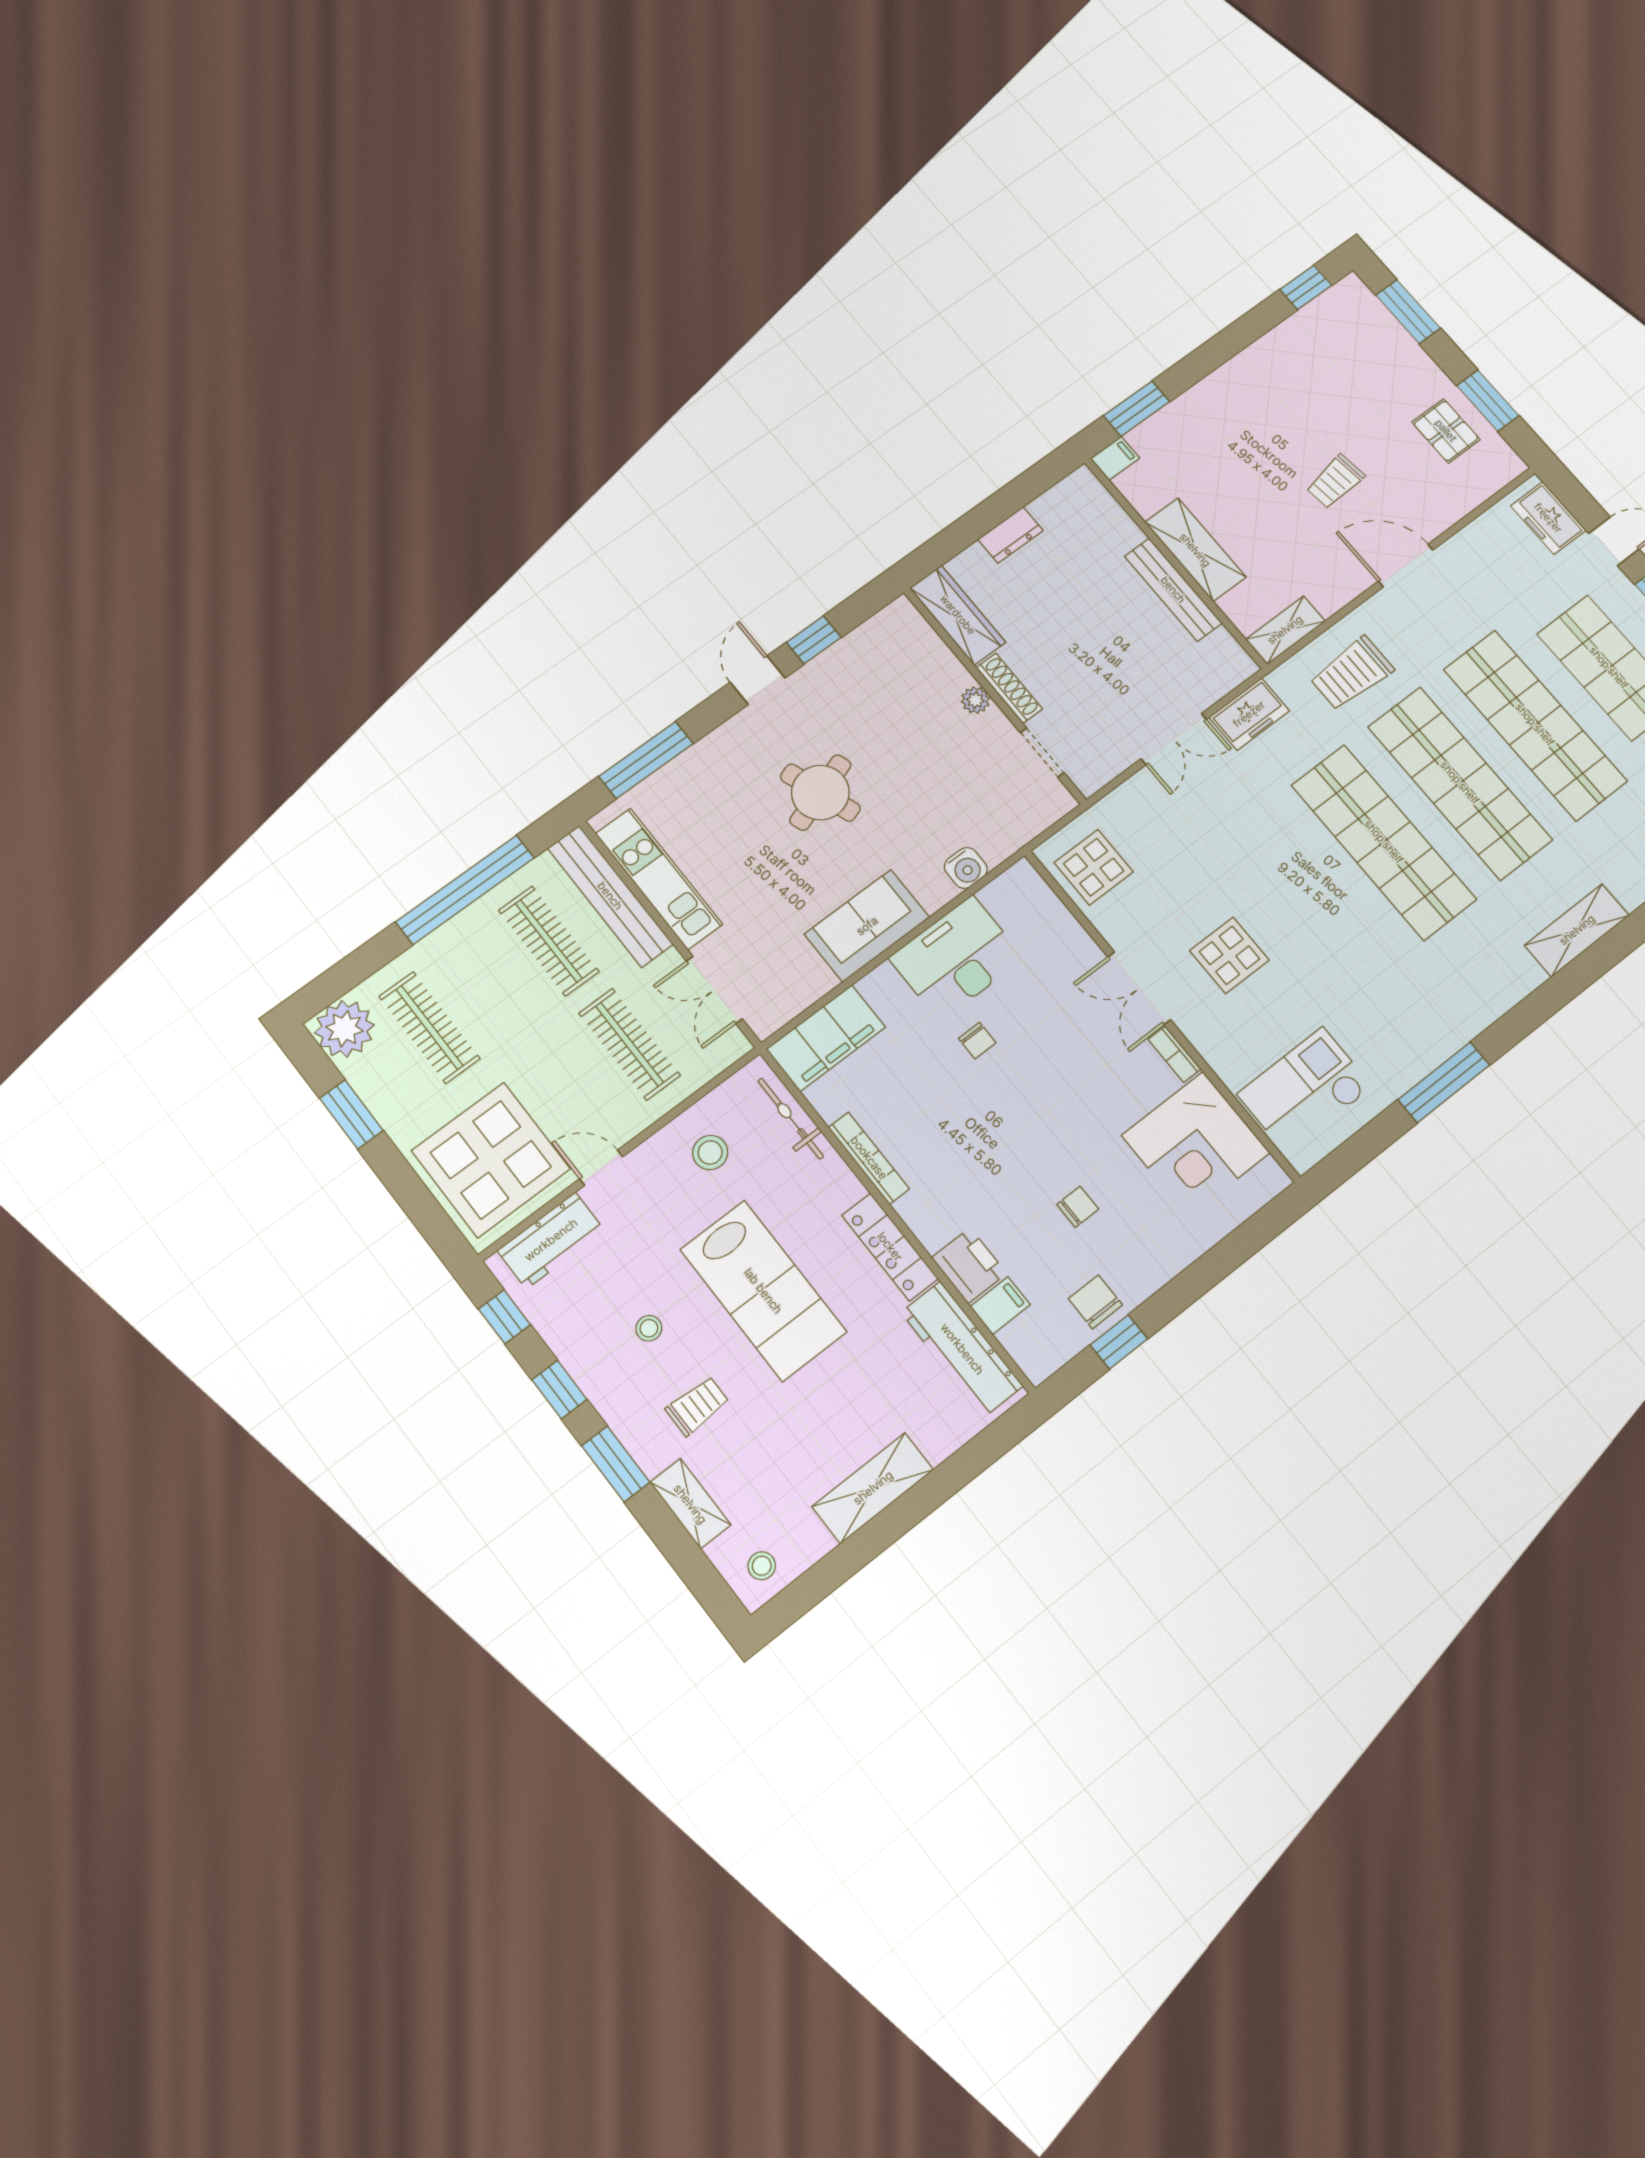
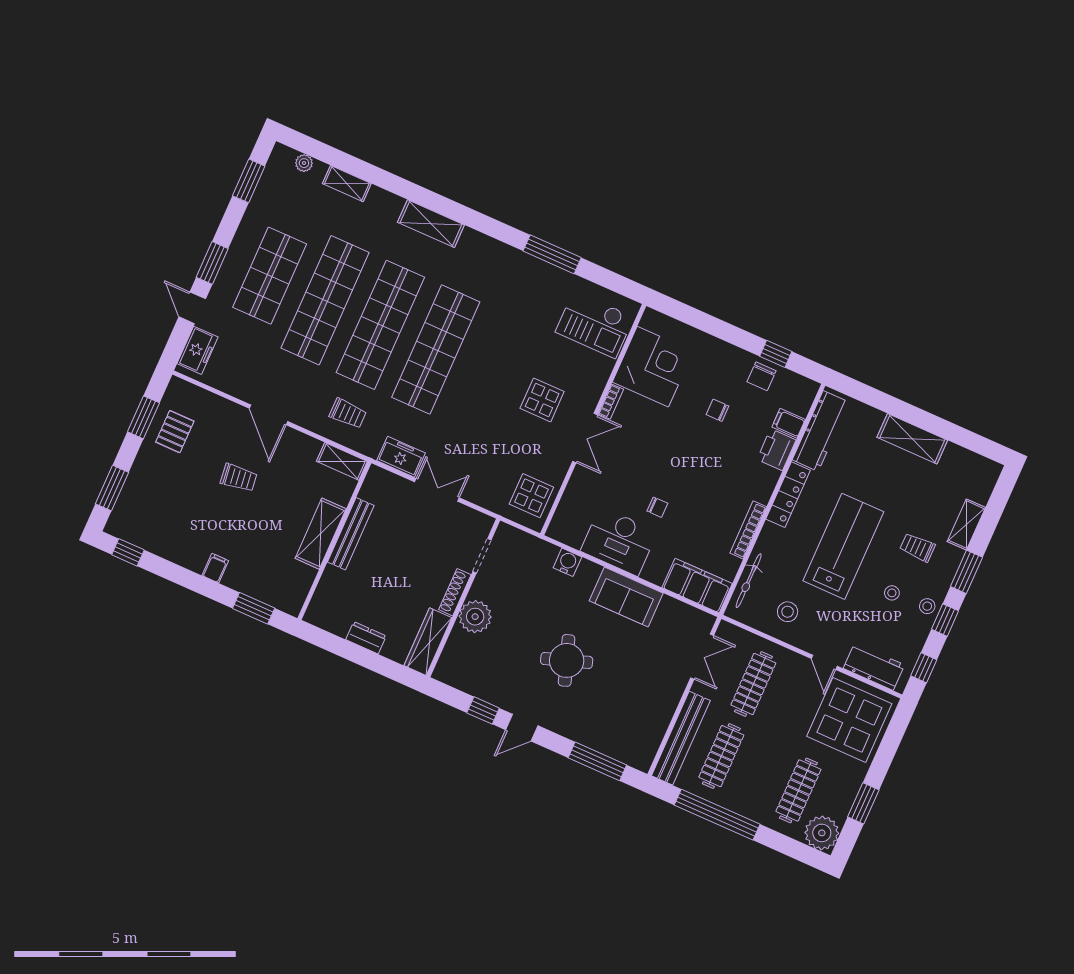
filing cabinet: (1115, 458) -> (215, 568), moved, turned 90
trolley: (1352, 673) -> (348, 413), width x0.73, depth x0.72
plant: (975, 700) -> (475, 617), width x1.87, depth x1.87
kitchen unit: (659, 879) -> (658, 718), removed
chair: (977, 1041) -> (657, 507), turned 90
stool: (762, 1566) -> (927, 606), moved

